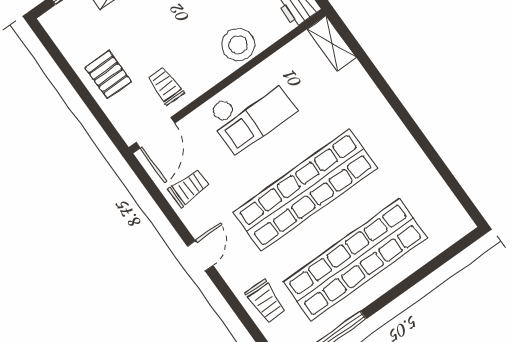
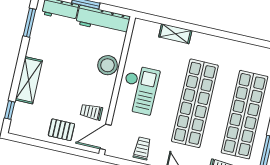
shelving: (332, 43) -> (175, 34), moved
door: (155, 133) -> (105, 137), swing flipped

